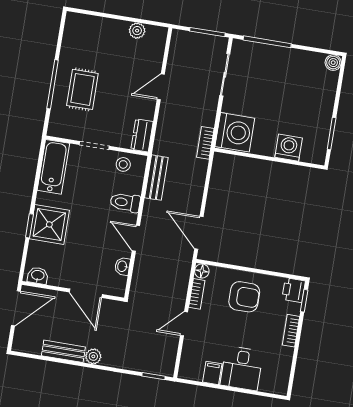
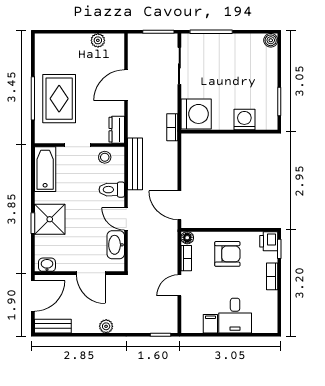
door: (161, 87) -> (126, 85), width x1.38
rug: (82, 89) -> (59, 99), width x1.36, depth x1.43
bench: (156, 178) -> (135, 164), width x1.36
washbasin: (122, 266) -> (116, 245), width x1.91, depth x1.45
bench: (63, 351) -> (53, 326), moved

